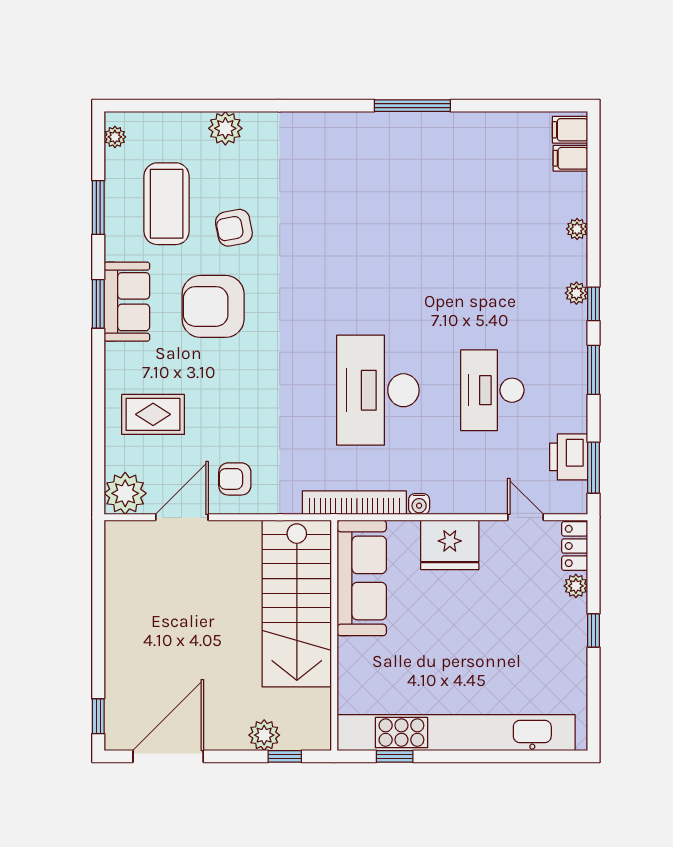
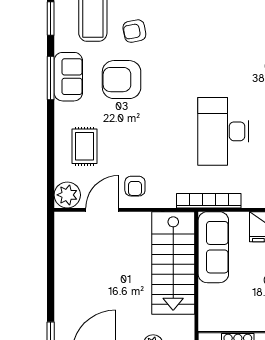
window: (98, 304) -> (51, 78), width x1.44
rug: (153, 414) -> (84, 146), turned 90
armchair: (235, 479) -> (135, 186), turned -90
water cooler: (419, 504) -> (249, 202), removed

